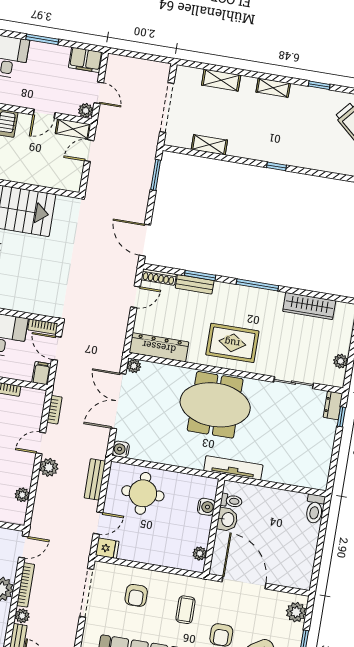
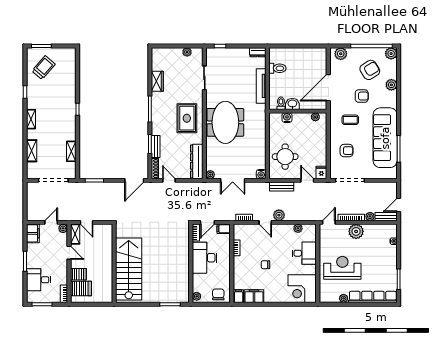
wardrobe: (309, 306) -> (157, 81), width x0.67
double door: (118, 401) -> (233, 180), width x0.73
dresser: (333, 405) -> (258, 52), moved
tv unit: (233, 468) -> (261, 86), moved
toilet: (315, 509) -> (278, 68), moved
door: (24, 547) -> (329, 222), hinge flipped

